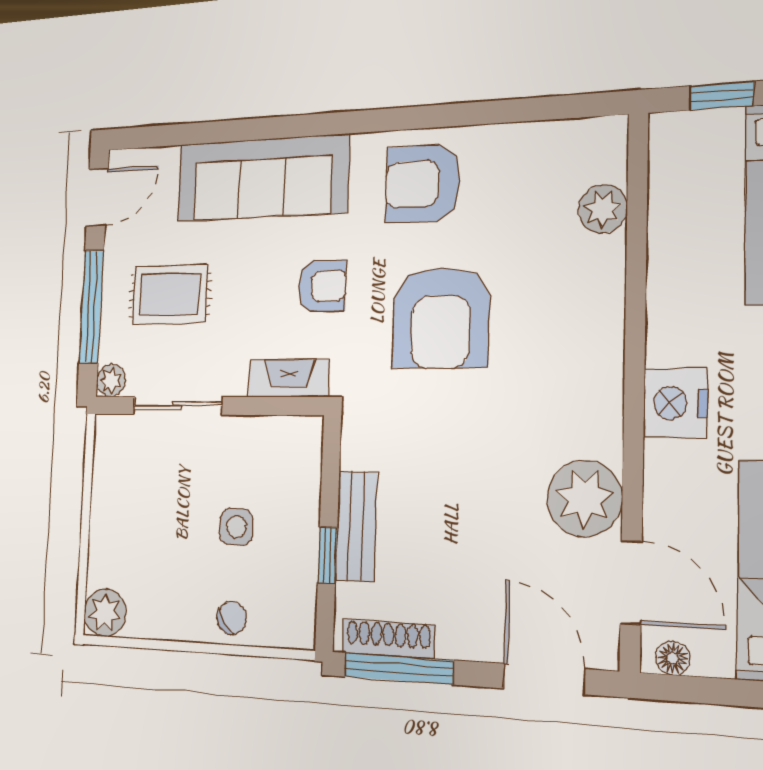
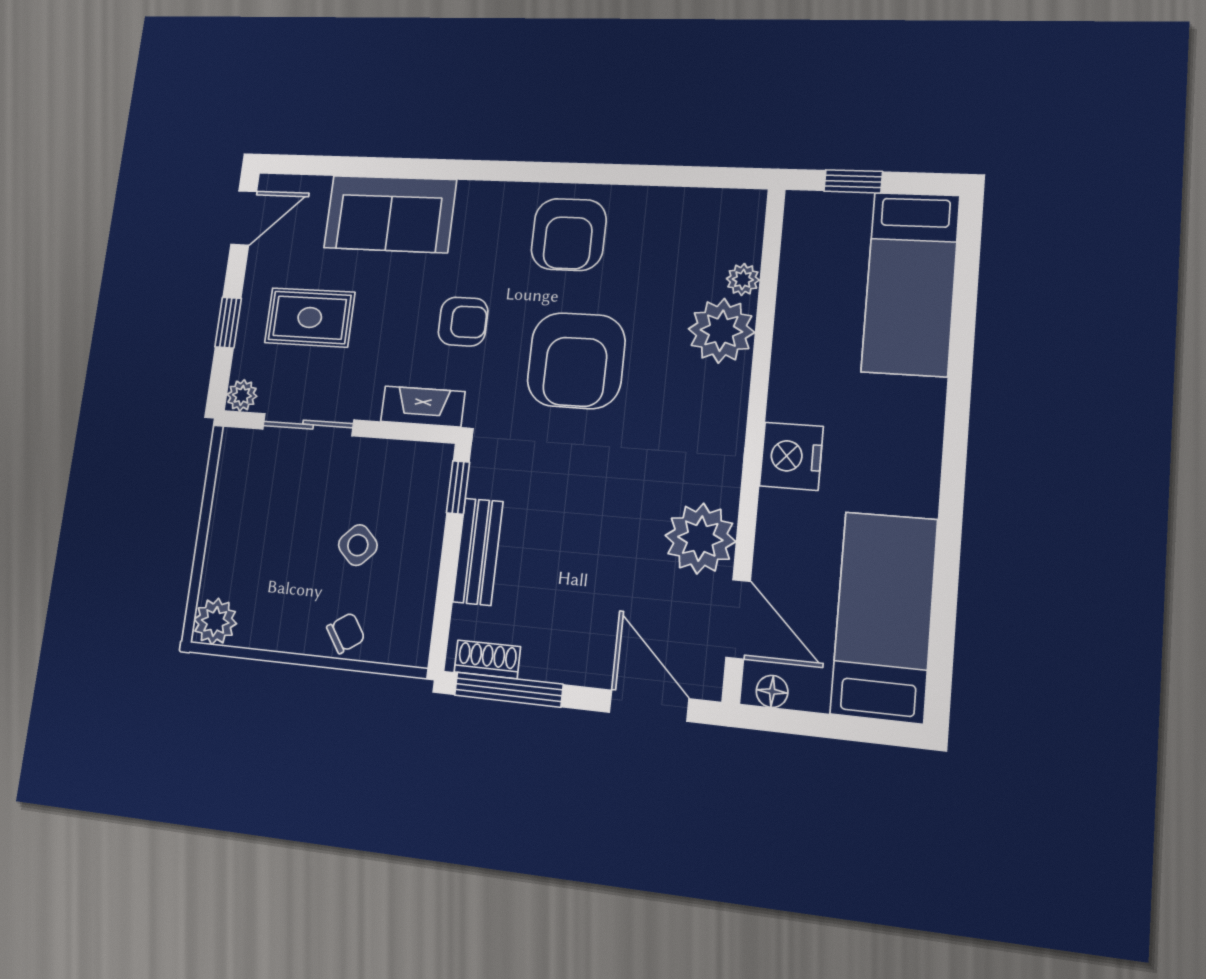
sofa: (262, 178) -> (390, 214), width x0.73
armchair: (423, 184) -> (569, 234), turned -90
plant: (603, 209) -> (743, 279), width x0.73, depth x0.73
plant: (590, 273) -> (721, 331), added
window: (91, 307) -> (228, 323), width x0.46
side table: (236, 527) -> (358, 545), turned 45
window: (327, 555) -> (458, 487), moved
shoe rack: (388, 639) -> (487, 659), width x0.70

